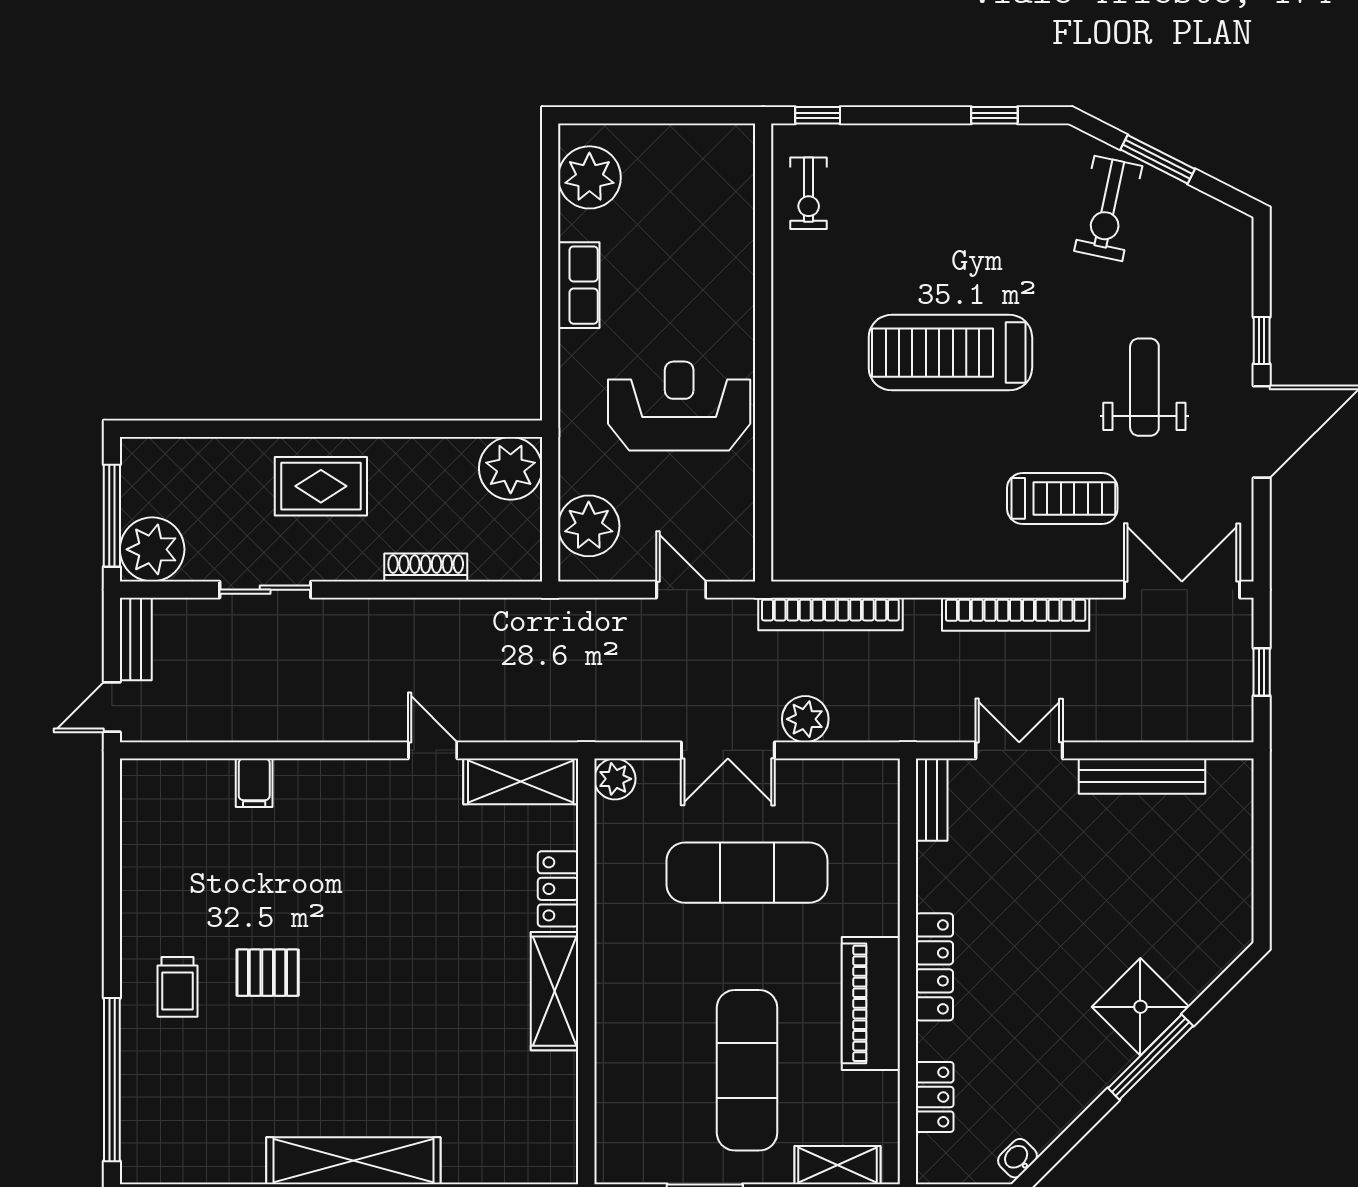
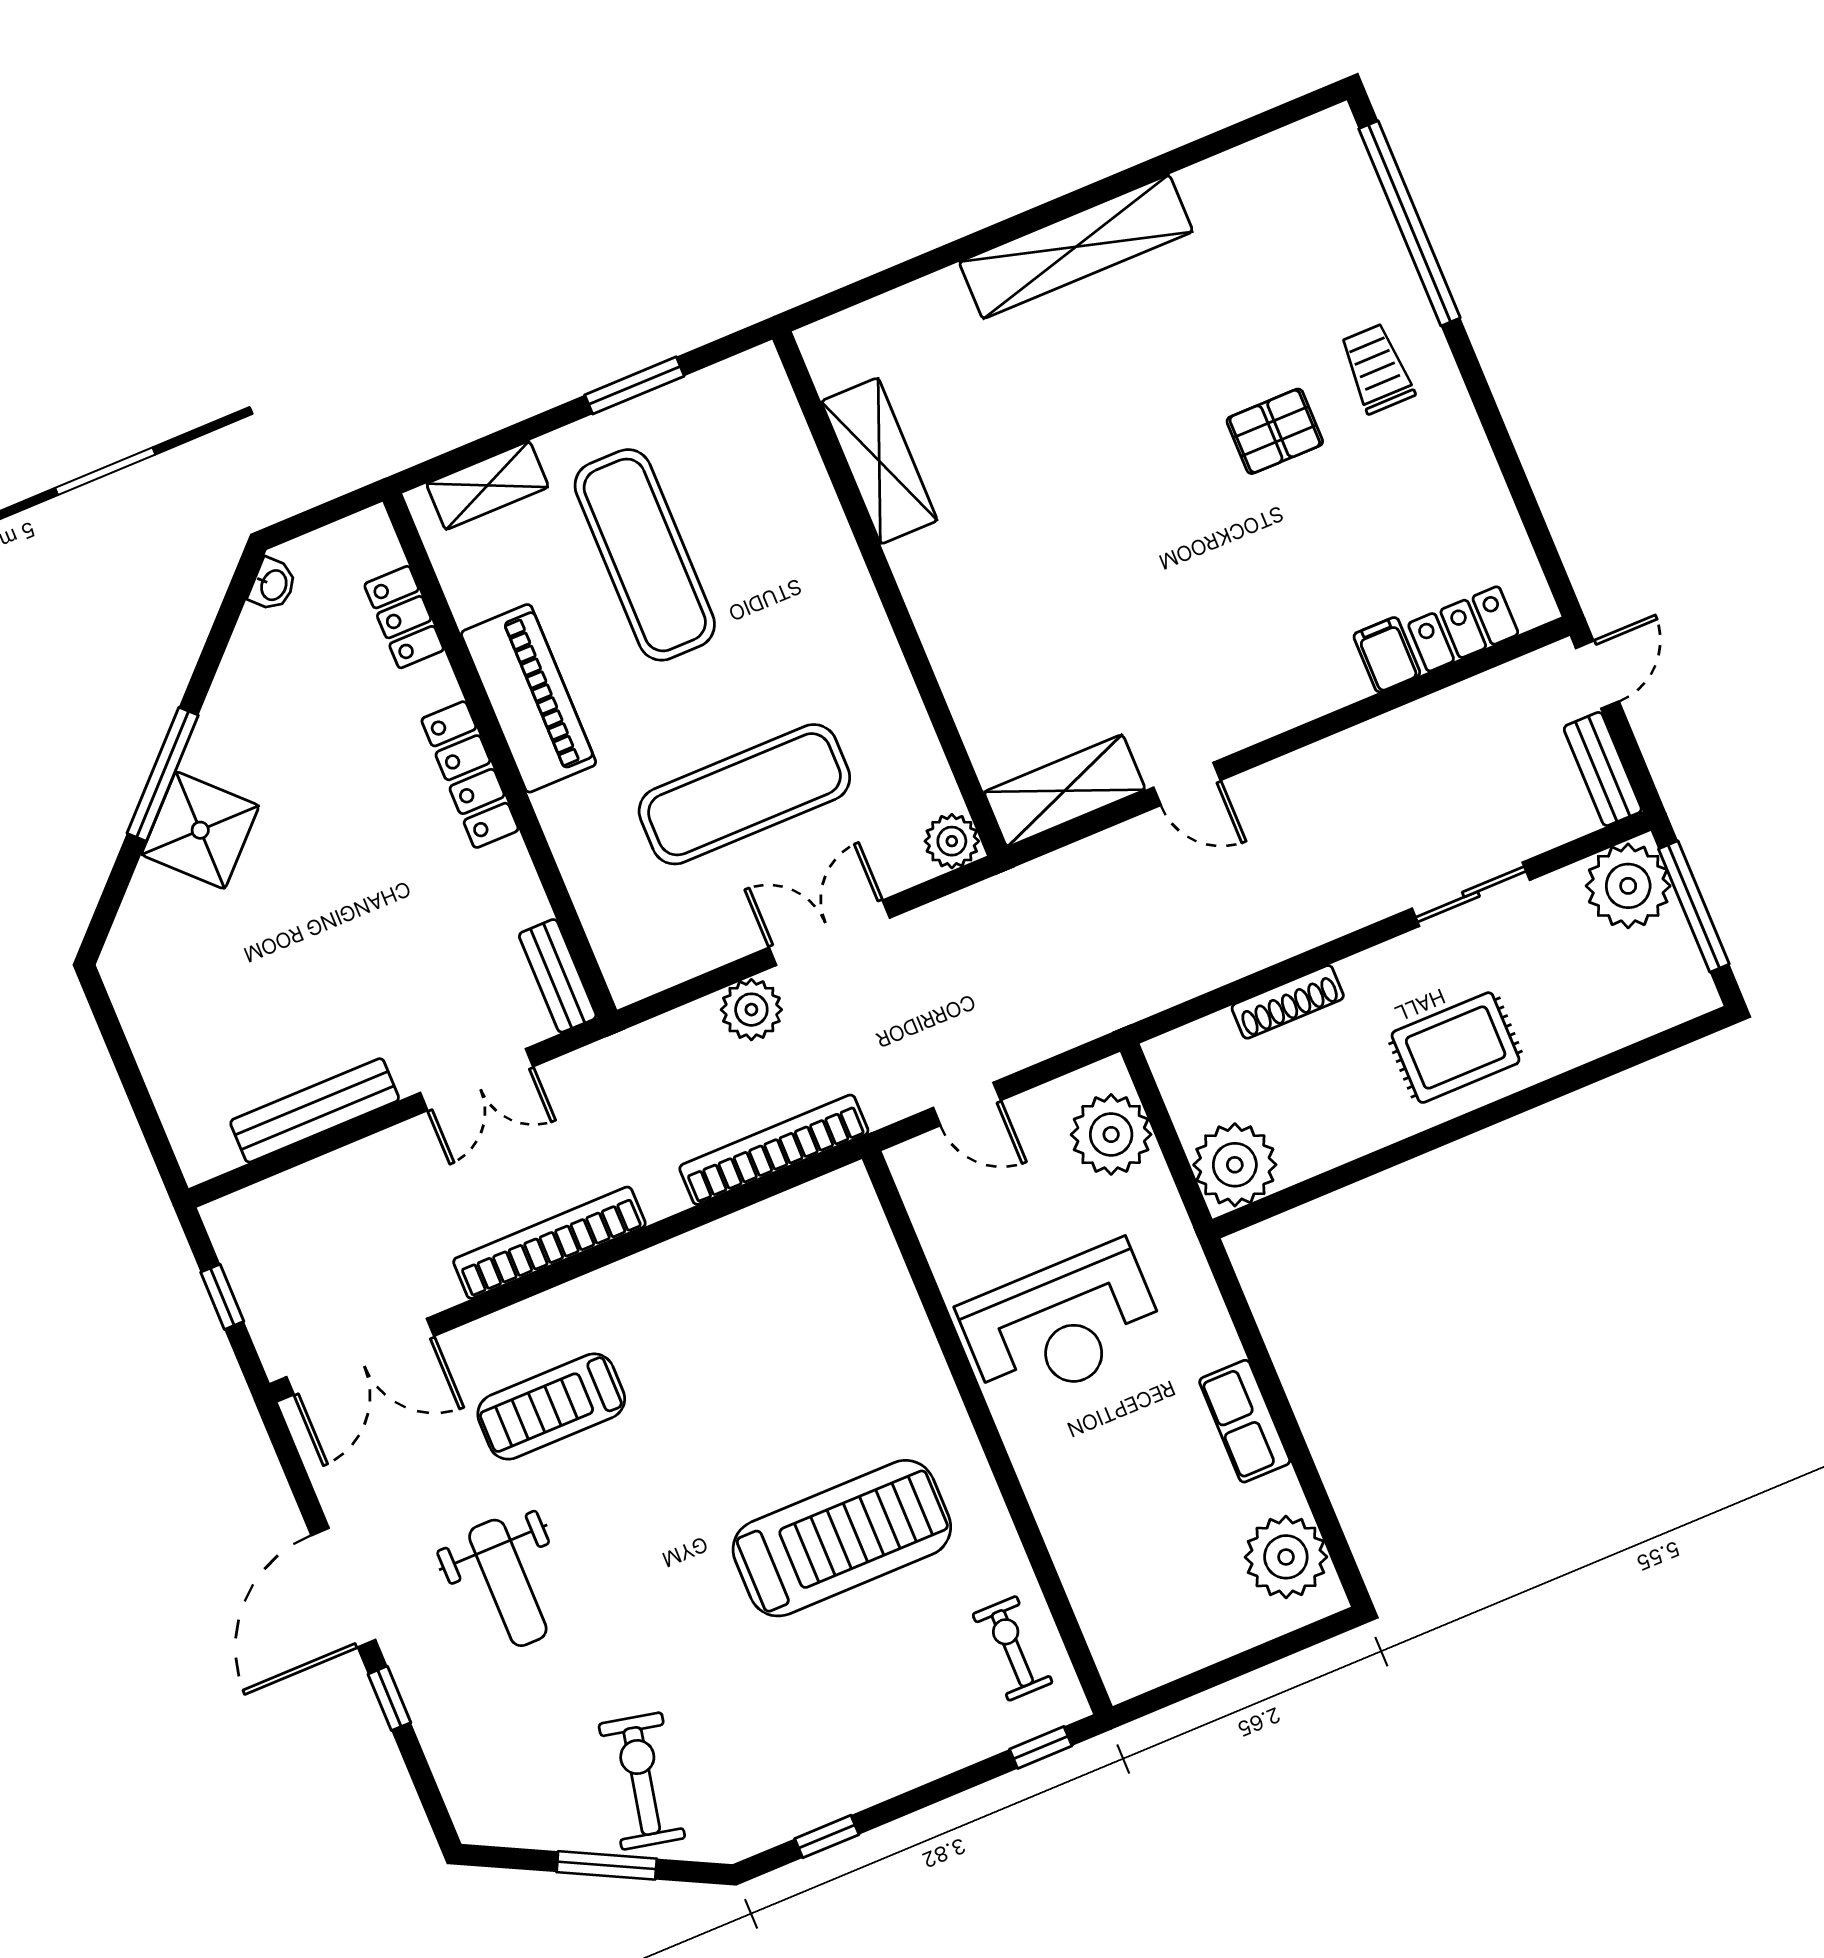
treadmill: (950, 353) -> (842, 1538), moved
locker: (558, 889) -> (1463, 629), moved, turned -90
shelving: (555, 991) -> (879, 461), moved

